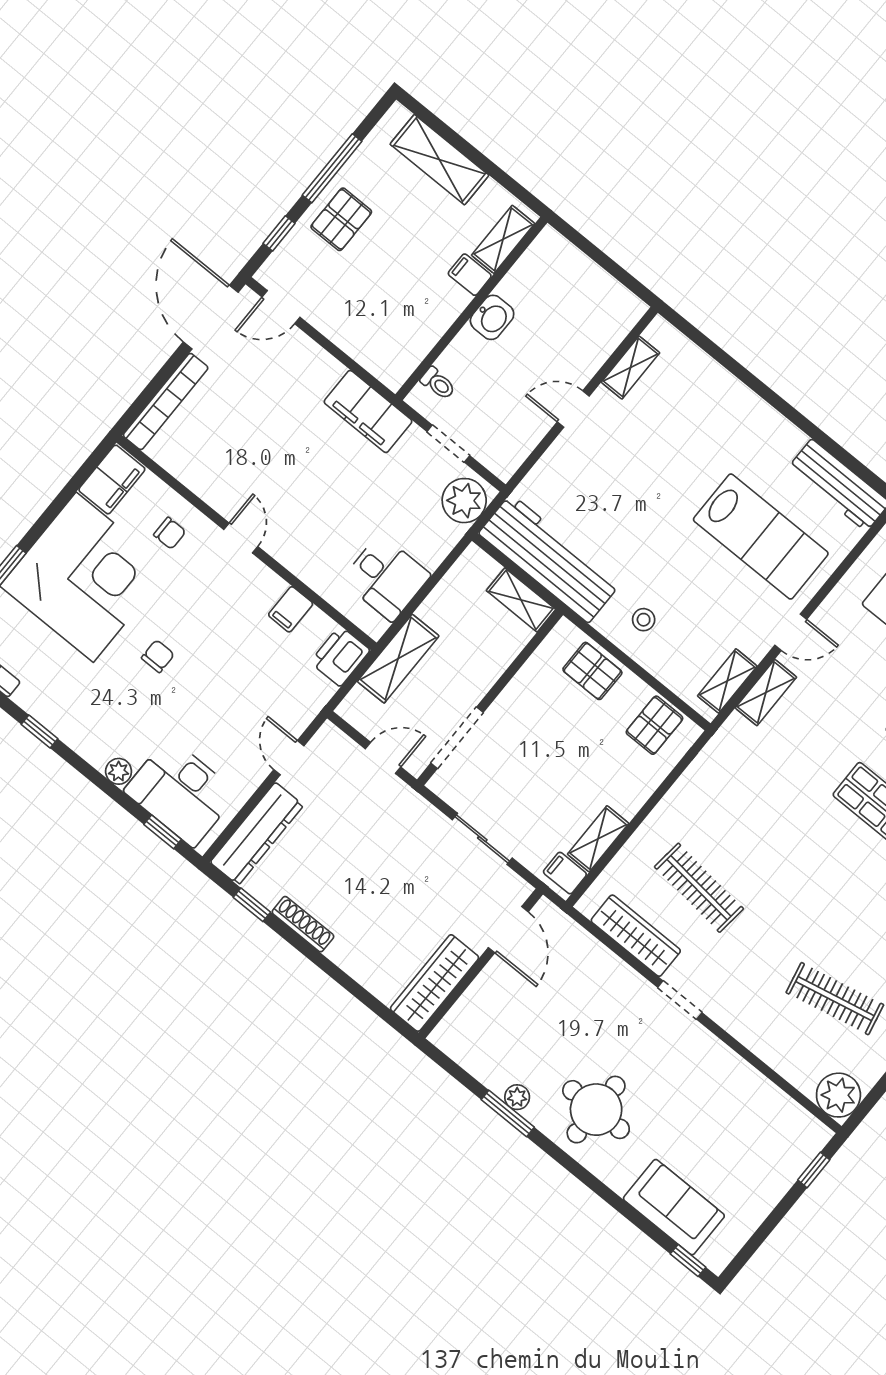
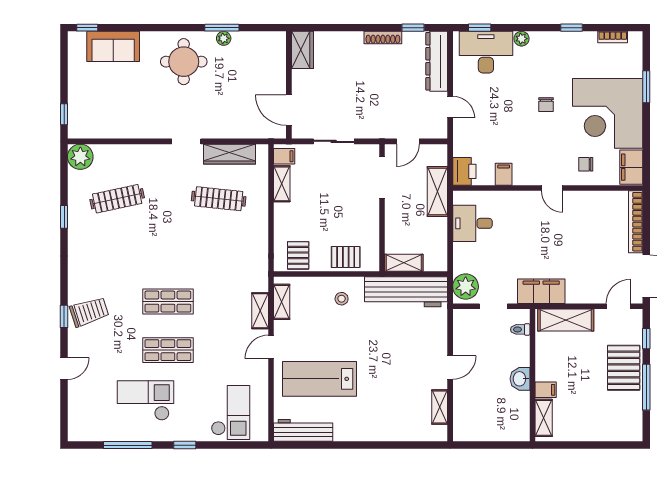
shelving: (439, 160) -> (566, 320), moved
pallet: (341, 219) -> (624, 368), width x1.50, depth x1.42
wardrobe: (435, 983) -> (302, 50), width x0.67

